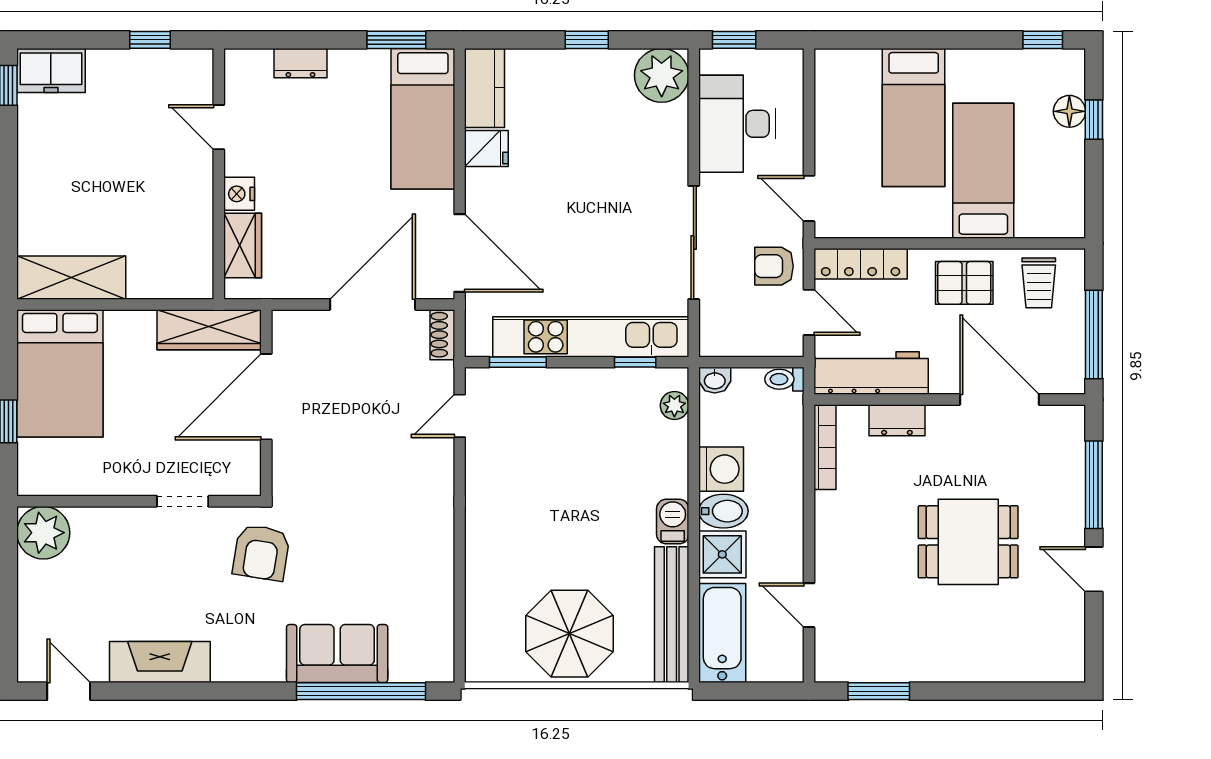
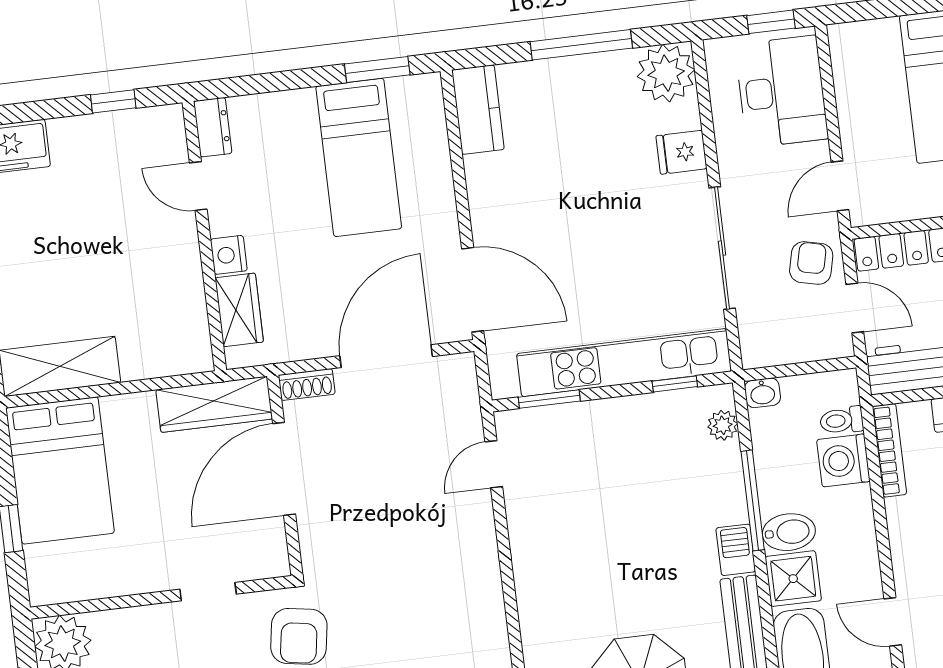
window: (587, 40) -> (581, 45), width x2.17
window: (734, 40) -> (771, 22), moved
dresser: (300, 63) -> (213, 127), moved, turned -90
bed: (423, 119) -> (359, 157), moved
desk: (737, 124) -> (782, 92), moved, turned 180
fridge: (486, 149) -> (681, 152), moved, turned 180
door: (809, 198) -> (840, 186), hinge flipped
armchair: (774, 266) -> (811, 263), turned 103
shoe rack: (442, 335) -> (307, 385), moved, turned -90
toilet: (784, 379) -> (842, 420), moved
washing machine: (721, 469) -> (843, 460), moved, turned 180
window: (694, 478) -> (753, 500), added

